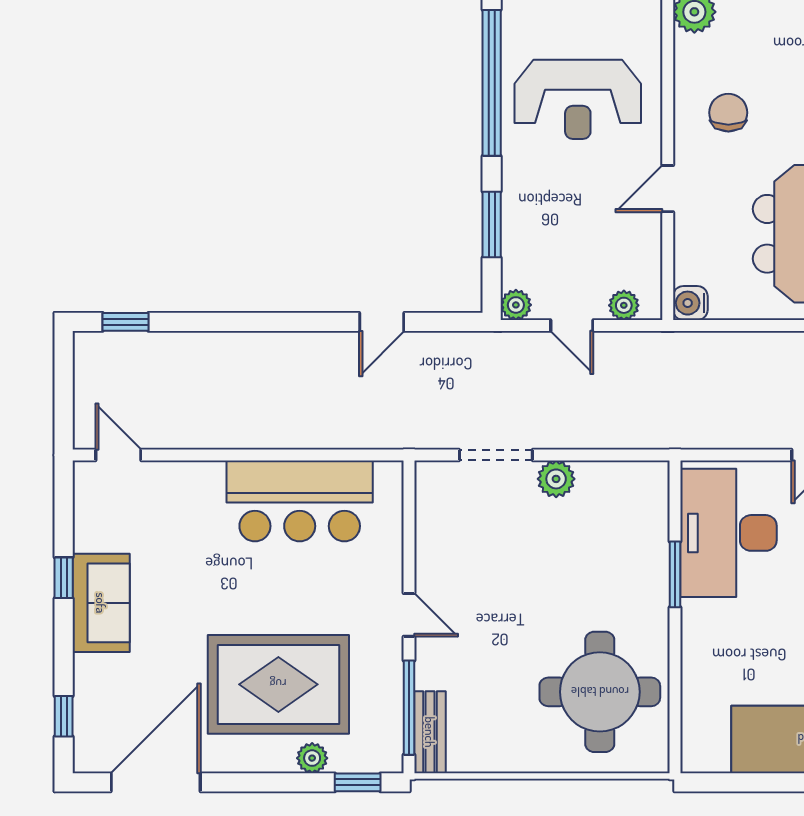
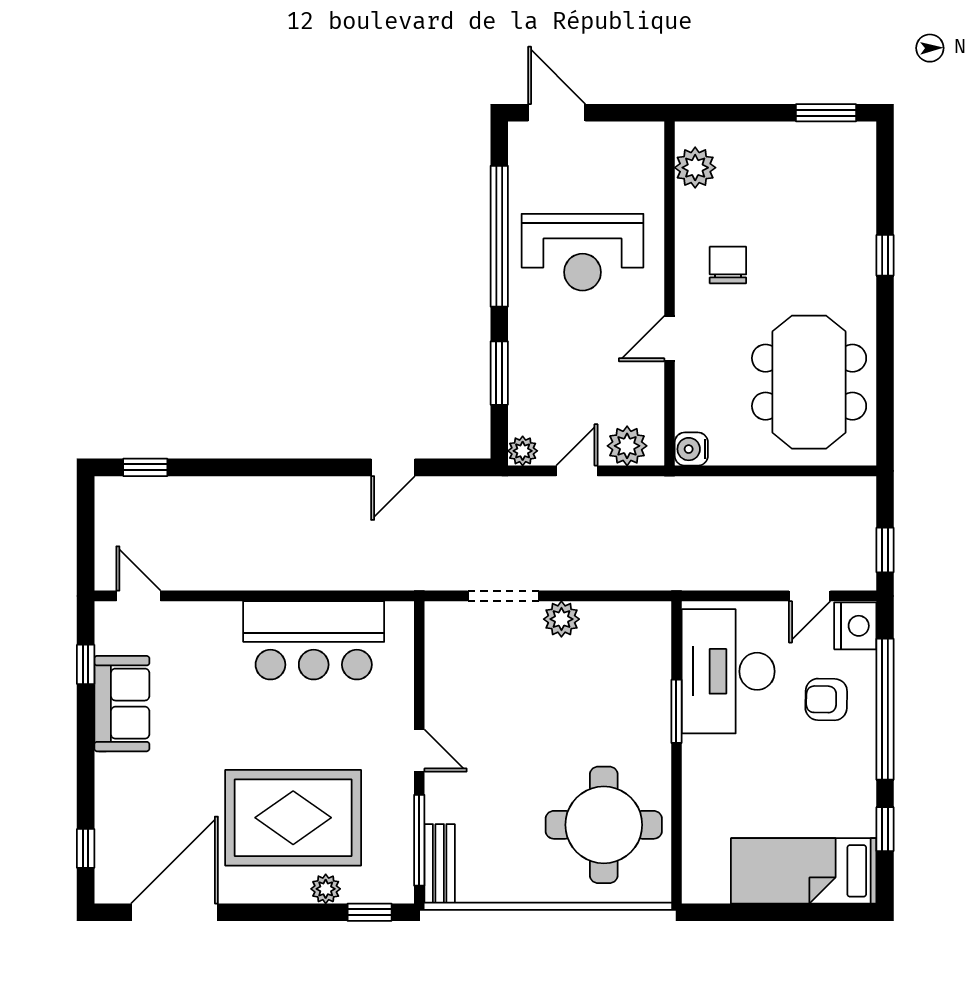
plant: (624, 305) -> (627, 446), width x1.38, depth x1.38
door: (572, 326) -> (577, 471), swing flipped
window: (64, 578) -> (86, 664), moved
sofa: (101, 603) -> (122, 704), moved

